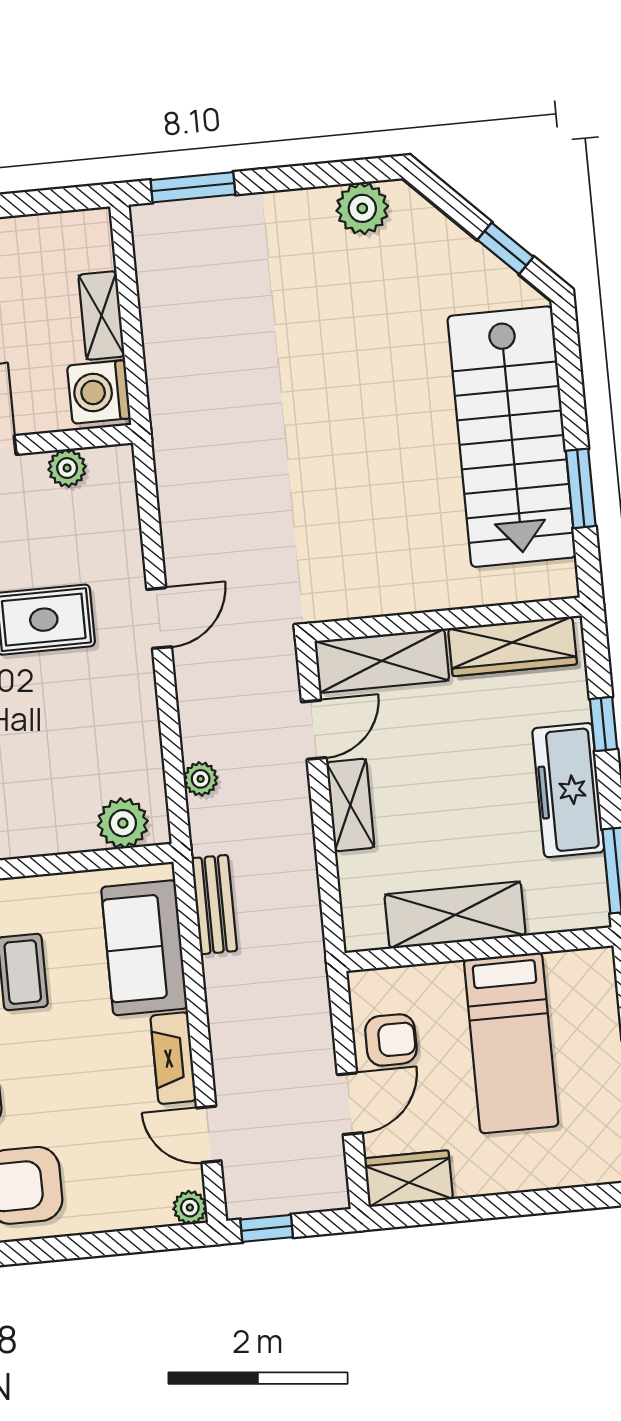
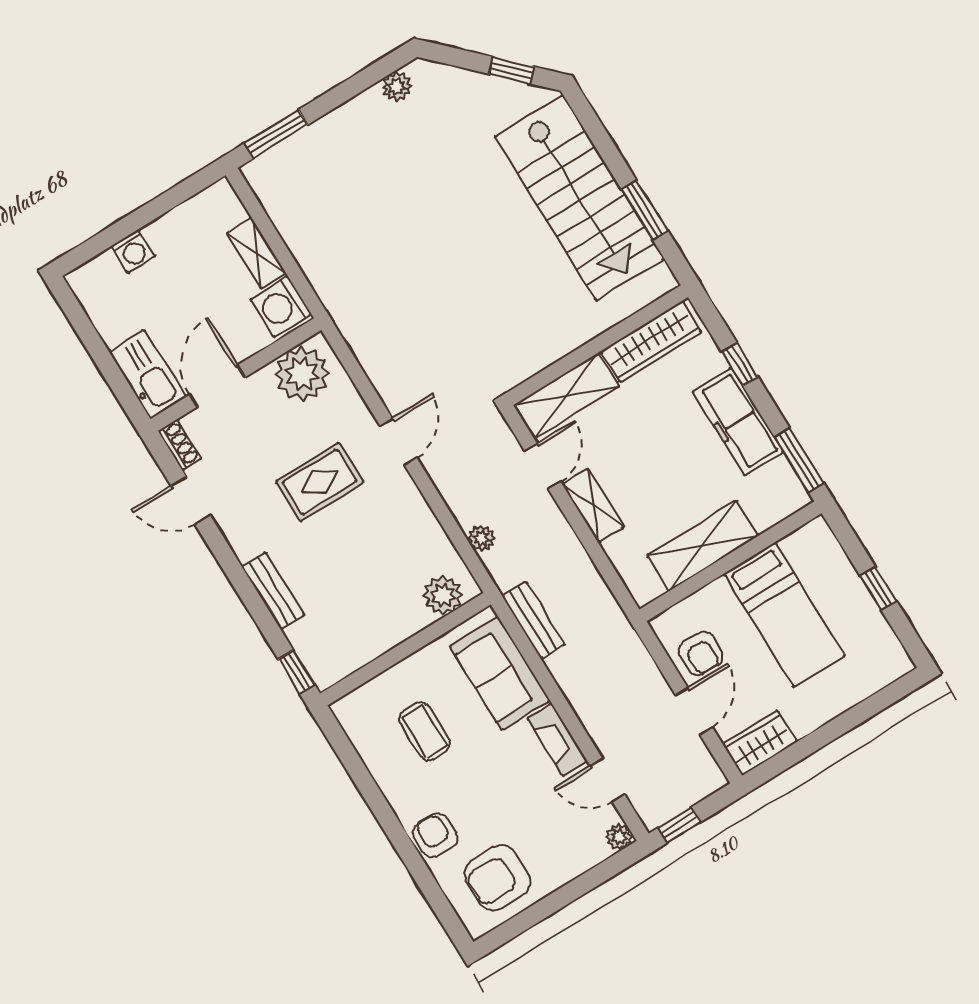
plant: (362, 208) -> (397, 87), width x0.73, depth x0.73
plant: (67, 468) -> (302, 374), width x1.87, depth x1.87
armchair: (391, 1040) -> (701, 653), turned 90

